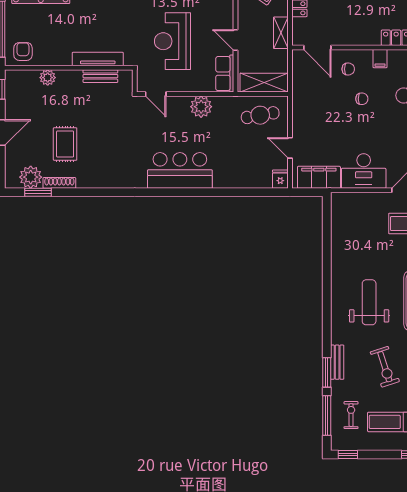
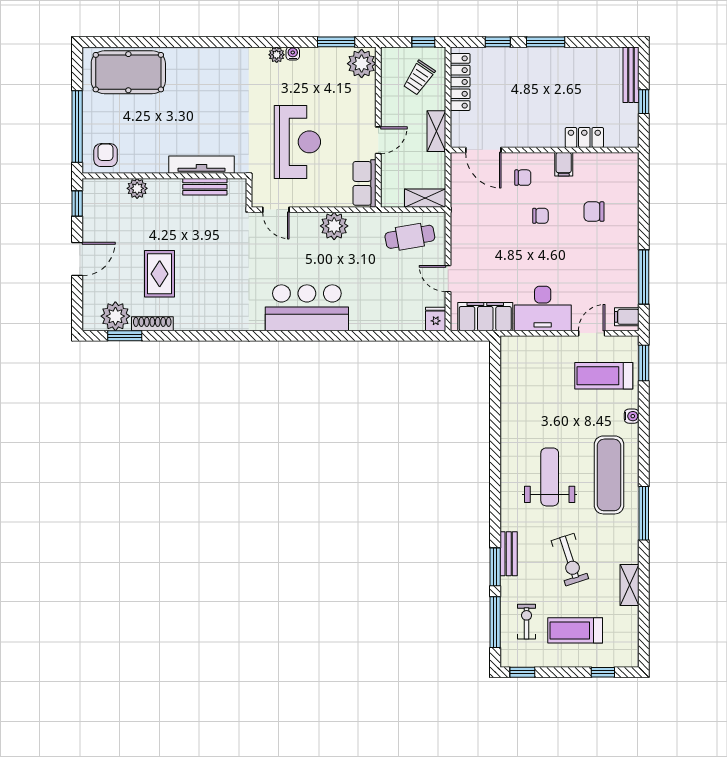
door: (236, 40) -> (378, 140), swing flipped
reception desk: (173, 41) -> (297, 142), turned 180
shelving: (264, 83) -> (425, 198), width x0.67, depth x0.75

